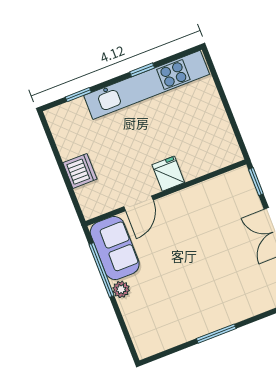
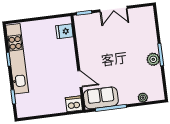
dishwasher: (80, 171) -> (74, 104), moved
fridge: (168, 174) -> (64, 31), moved
plant: (121, 289) -> (143, 98), moved
plant: (205, 323) -> (153, 59), added

